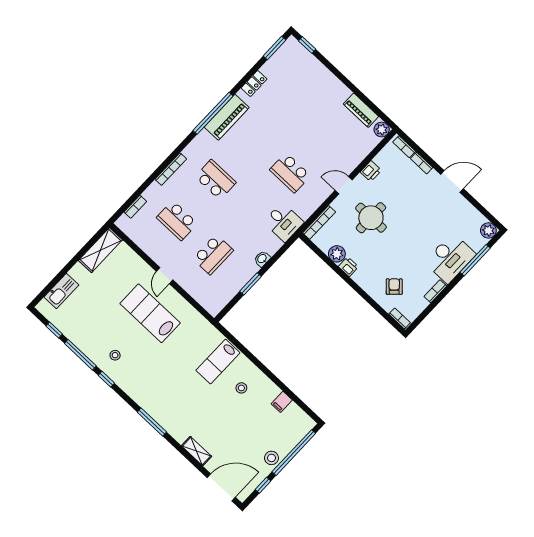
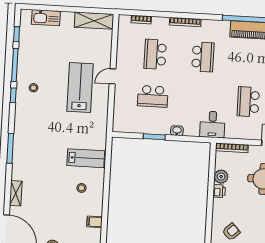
lab bench: (218, 362) -> (86, 158), turned 180

